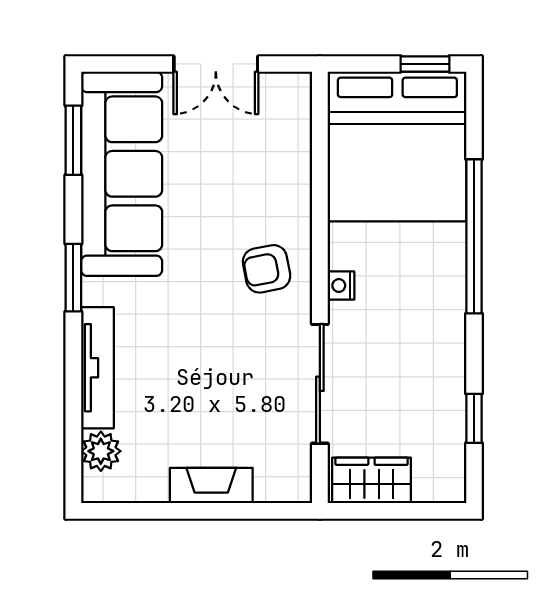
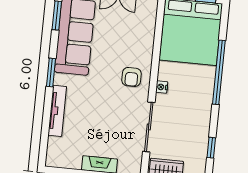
armchair: (267, 269) -> (132, 77), turned -79
plant: (101, 451) -> (55, 146), removed

